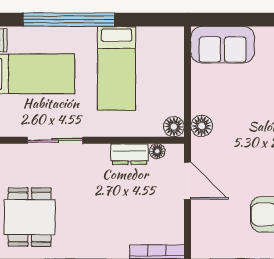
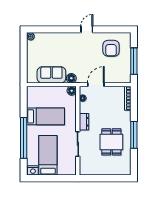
sofa: (223, 45) -> (51, 75), moved, turned -90
dresser: (129, 154) -> (84, 122), moved
dining table: (30, 217) -> (111, 142), moved, turned 90

